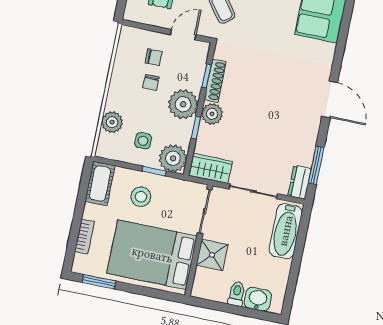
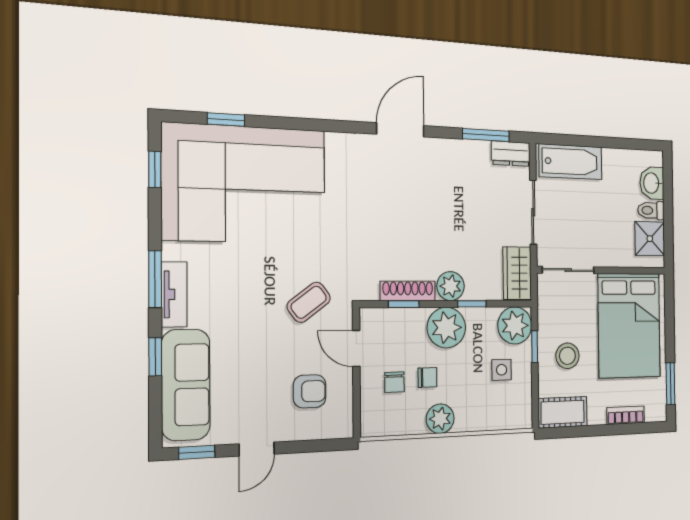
chair: (154, 57) -> (394, 382), turned 180
plant: (112, 122) -> (440, 419), moved
shower: (212, 255) -> (650, 239), moved

